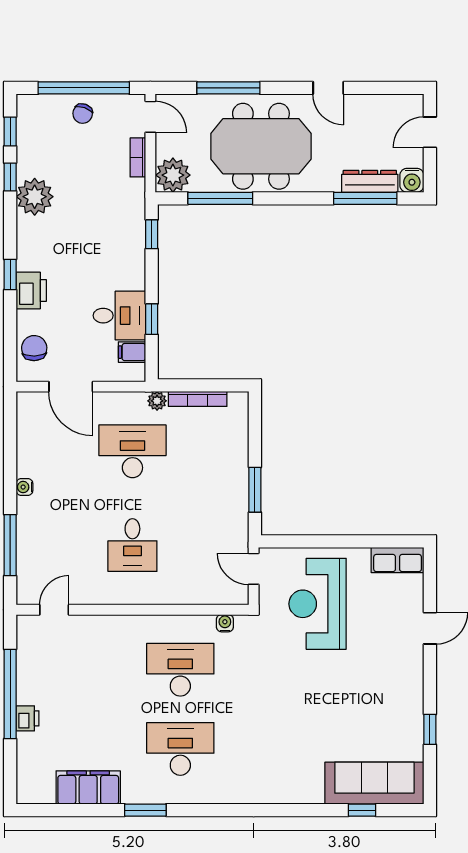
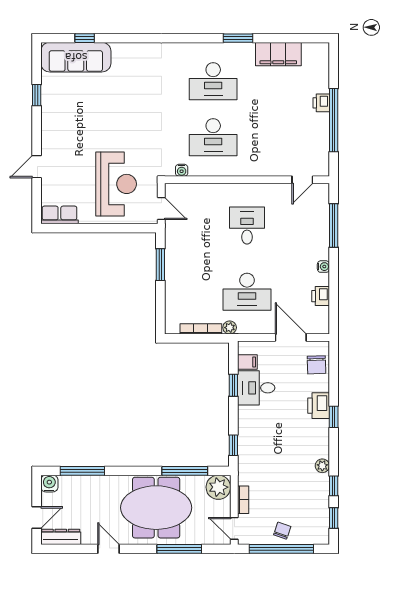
dresser: (370, 181) -> (61, 537), moved, turned 180
plant: (35, 197) -> (322, 466), width x0.53, depth x0.53
printer: (28, 445) -> (321, 296), added

